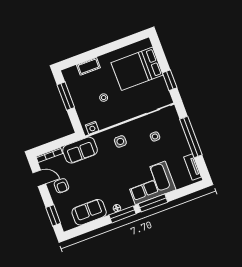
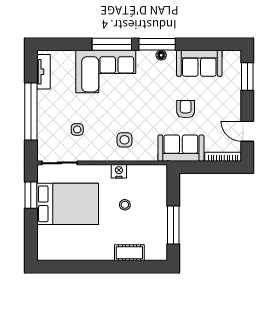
bed: (137, 69) -> (68, 204), moved
nightstand: (92, 128) -> (119, 171), moved
armchair: (61, 186) -> (186, 109), moved

